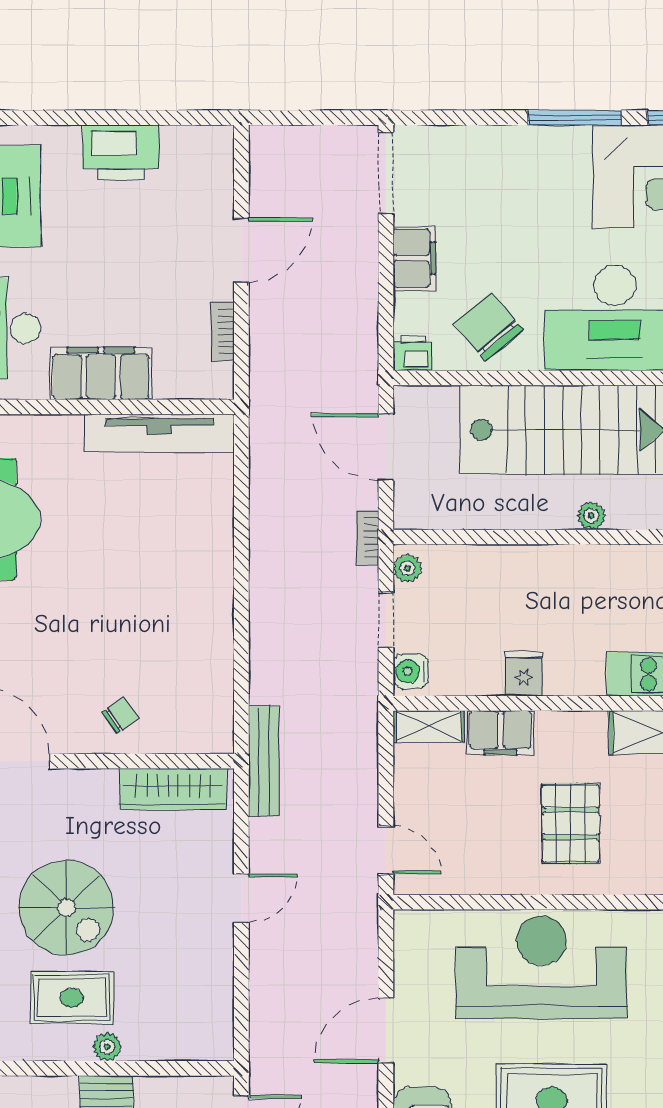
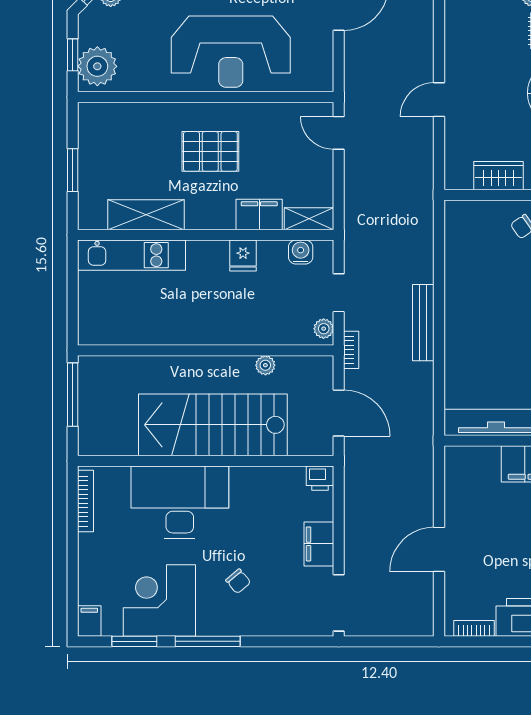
chair: (489, 327) -> (238, 581), moved, width x0.54, depth x0.54
bookcase: (222, 332) -> (474, 628), moved, turned -90
plant: (591, 516) -> (265, 365), moved
water cooler: (410, 671) -> (301, 252), moved, turned -90
bench: (264, 761) -> (423, 323), moved
wardrobe: (173, 789) -> (499, 176), width x0.67
pallet: (571, 824) -> (210, 151), turned 90

